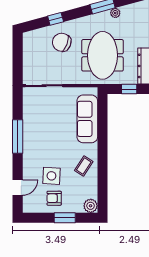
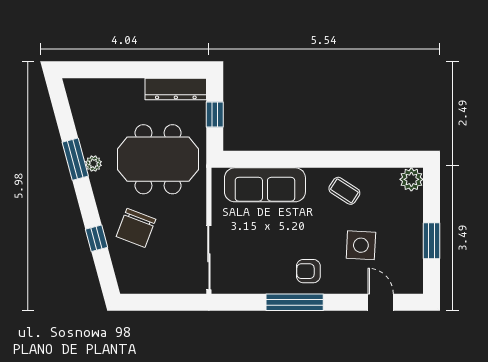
plant: (115, 13) -> (93, 164), moved
armchair: (54, 198) -> (308, 271), moved, turned 90
window: (65, 218) -> (431, 241), moved

